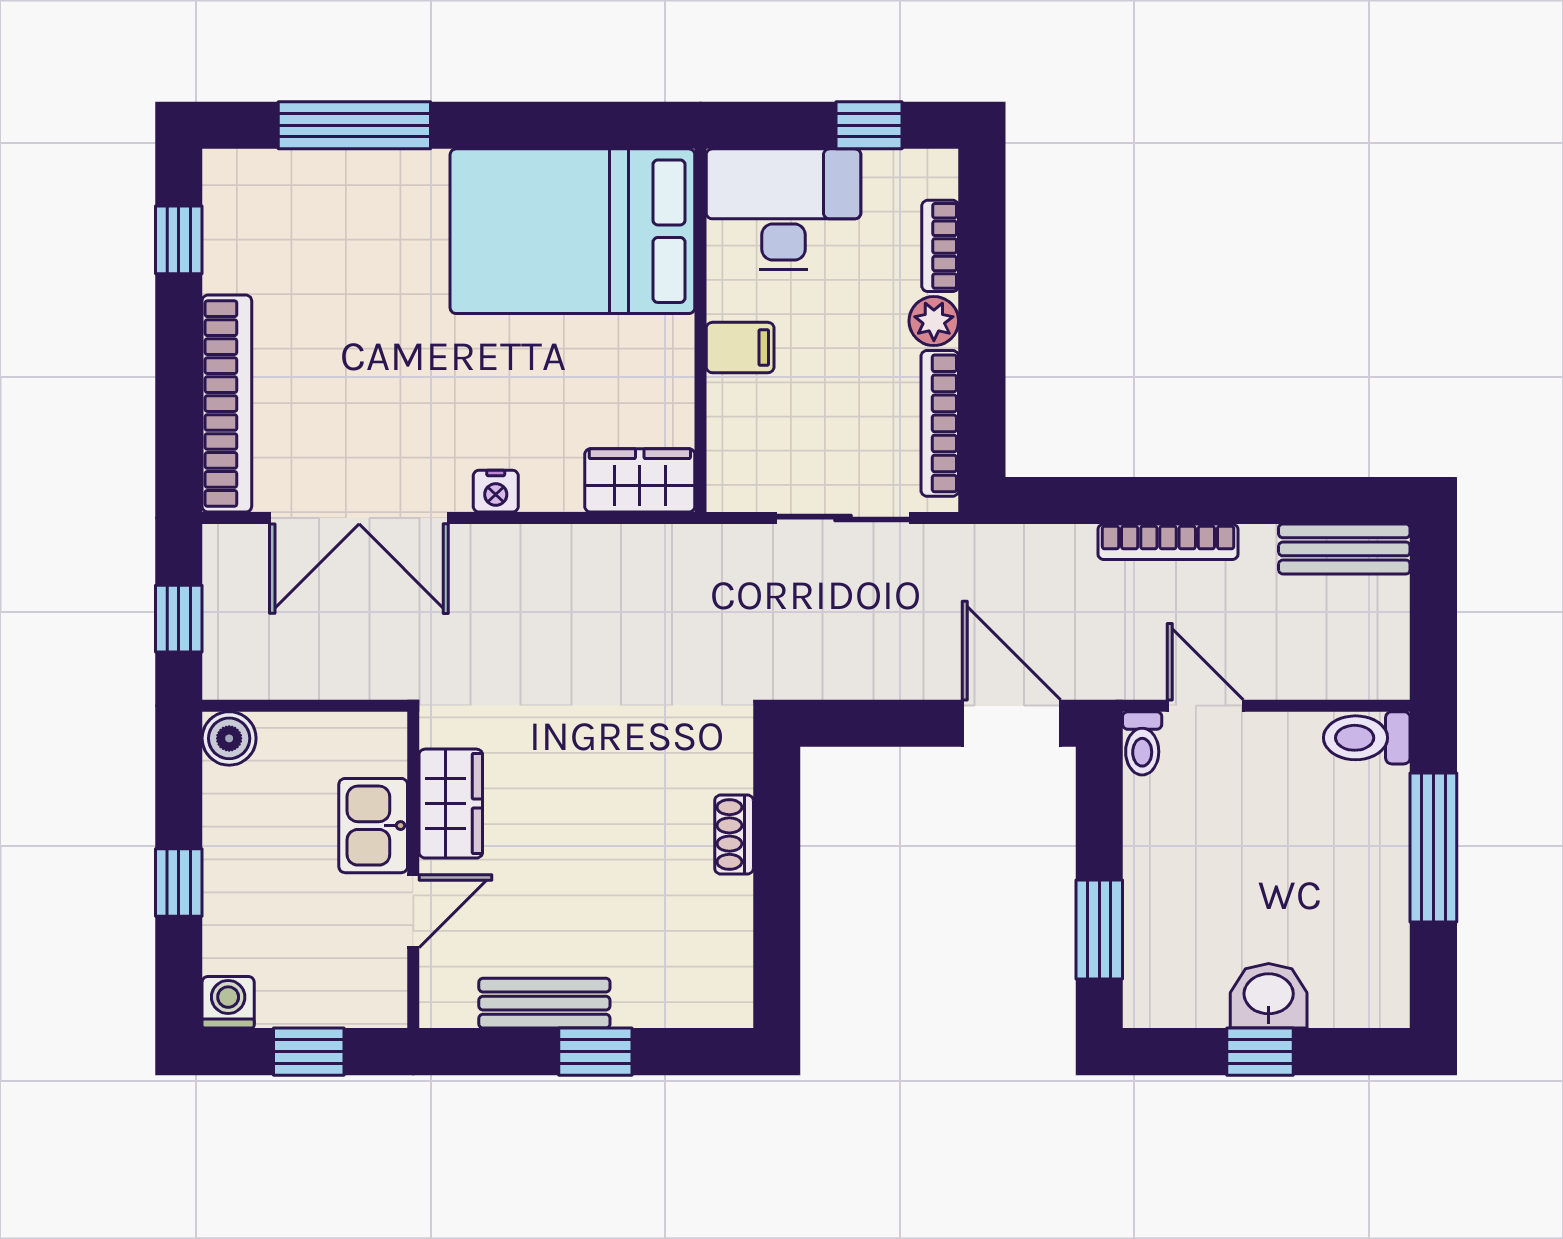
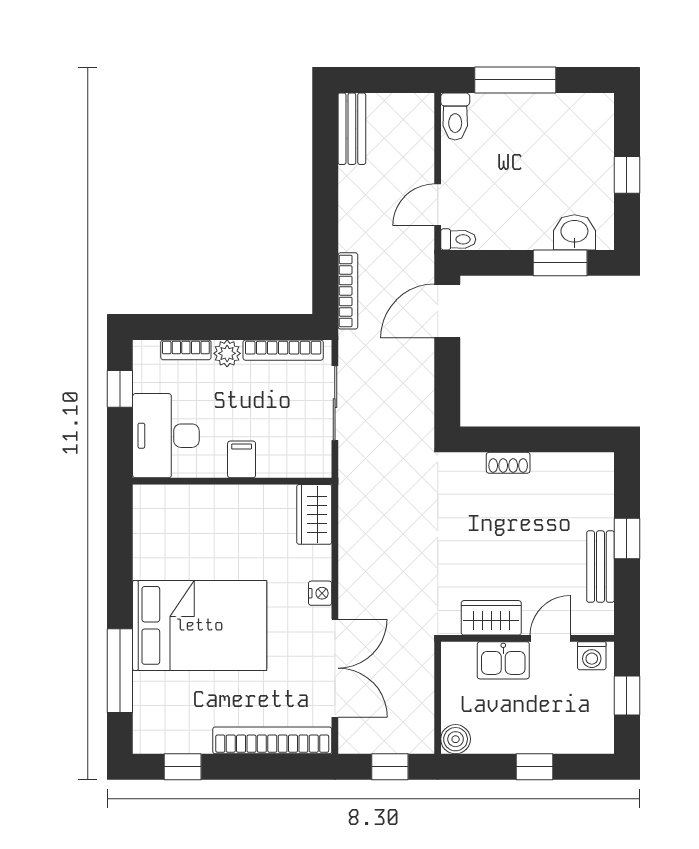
bed: (572, 231) -> (200, 625), moved, turned -90
bookcase: (1168, 542) -> (348, 291), moved
door: (413, 911) -> (550, 638), hinge flipped
washbasin: (1269, 996) -> (574, 232), moved, turned 90
washing machine: (228, 1002) -> (592, 656), moved, turned -90

